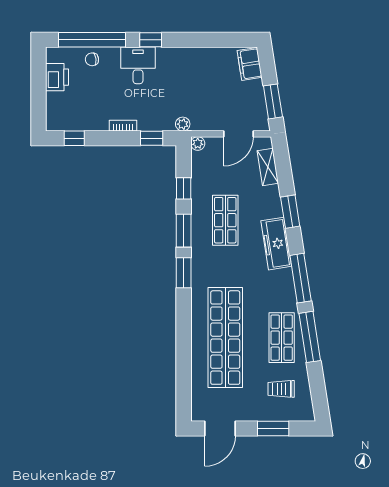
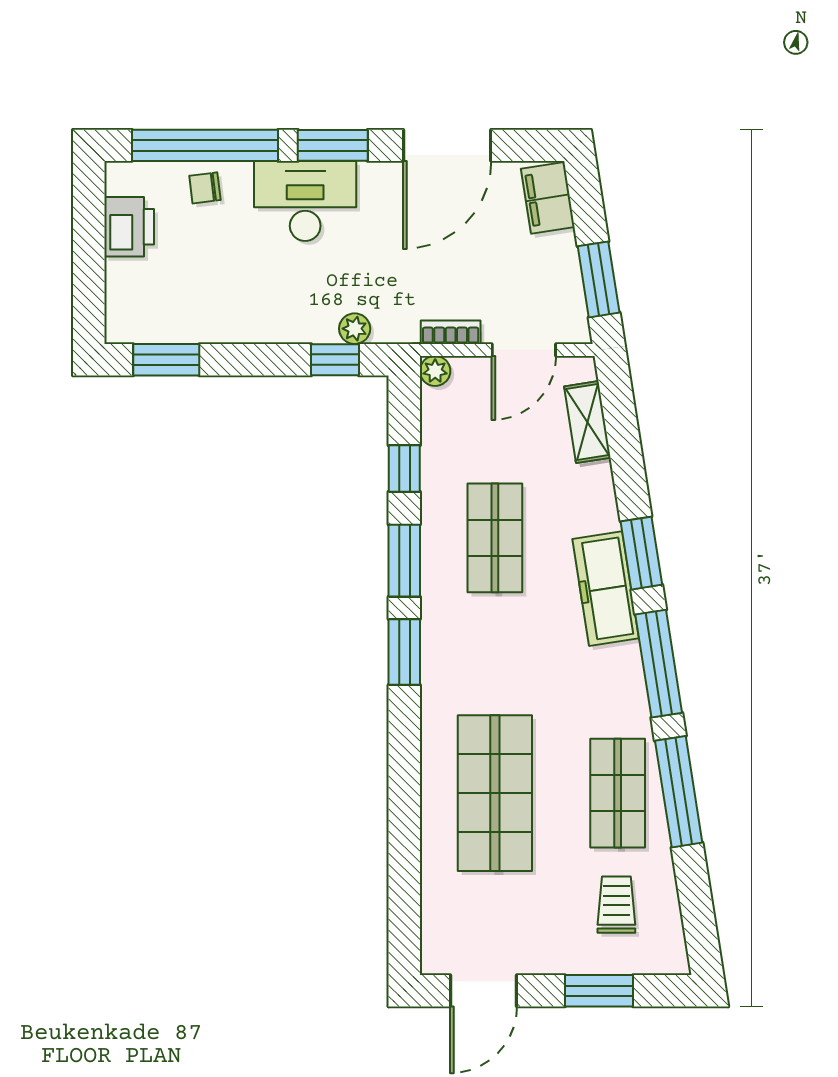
window: (151, 40) -> (333, 145), width x1.50
door: (203, 40) -> (447, 145), added
desk: (138, 65) -> (305, 201), width x1.37
plant: (183, 124) -> (355, 329), moved
bookcase: (123, 126) -> (451, 332), moved
window: (74, 138) -> (166, 360), width x1.50
window: (290, 212) -> (641, 553), moved
shop shelf: (225, 338) -> (495, 793), width x0.71
trolley: (281, 389) -> (616, 905), turned 90

